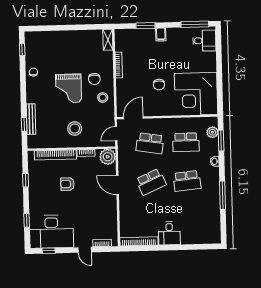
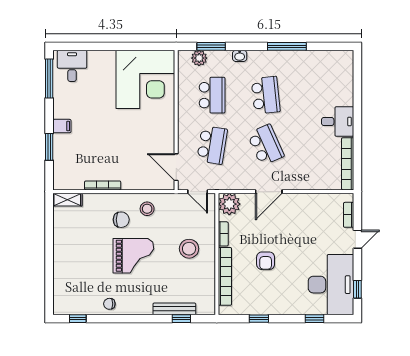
chair: (159, 85) -> (131, 130), removed

